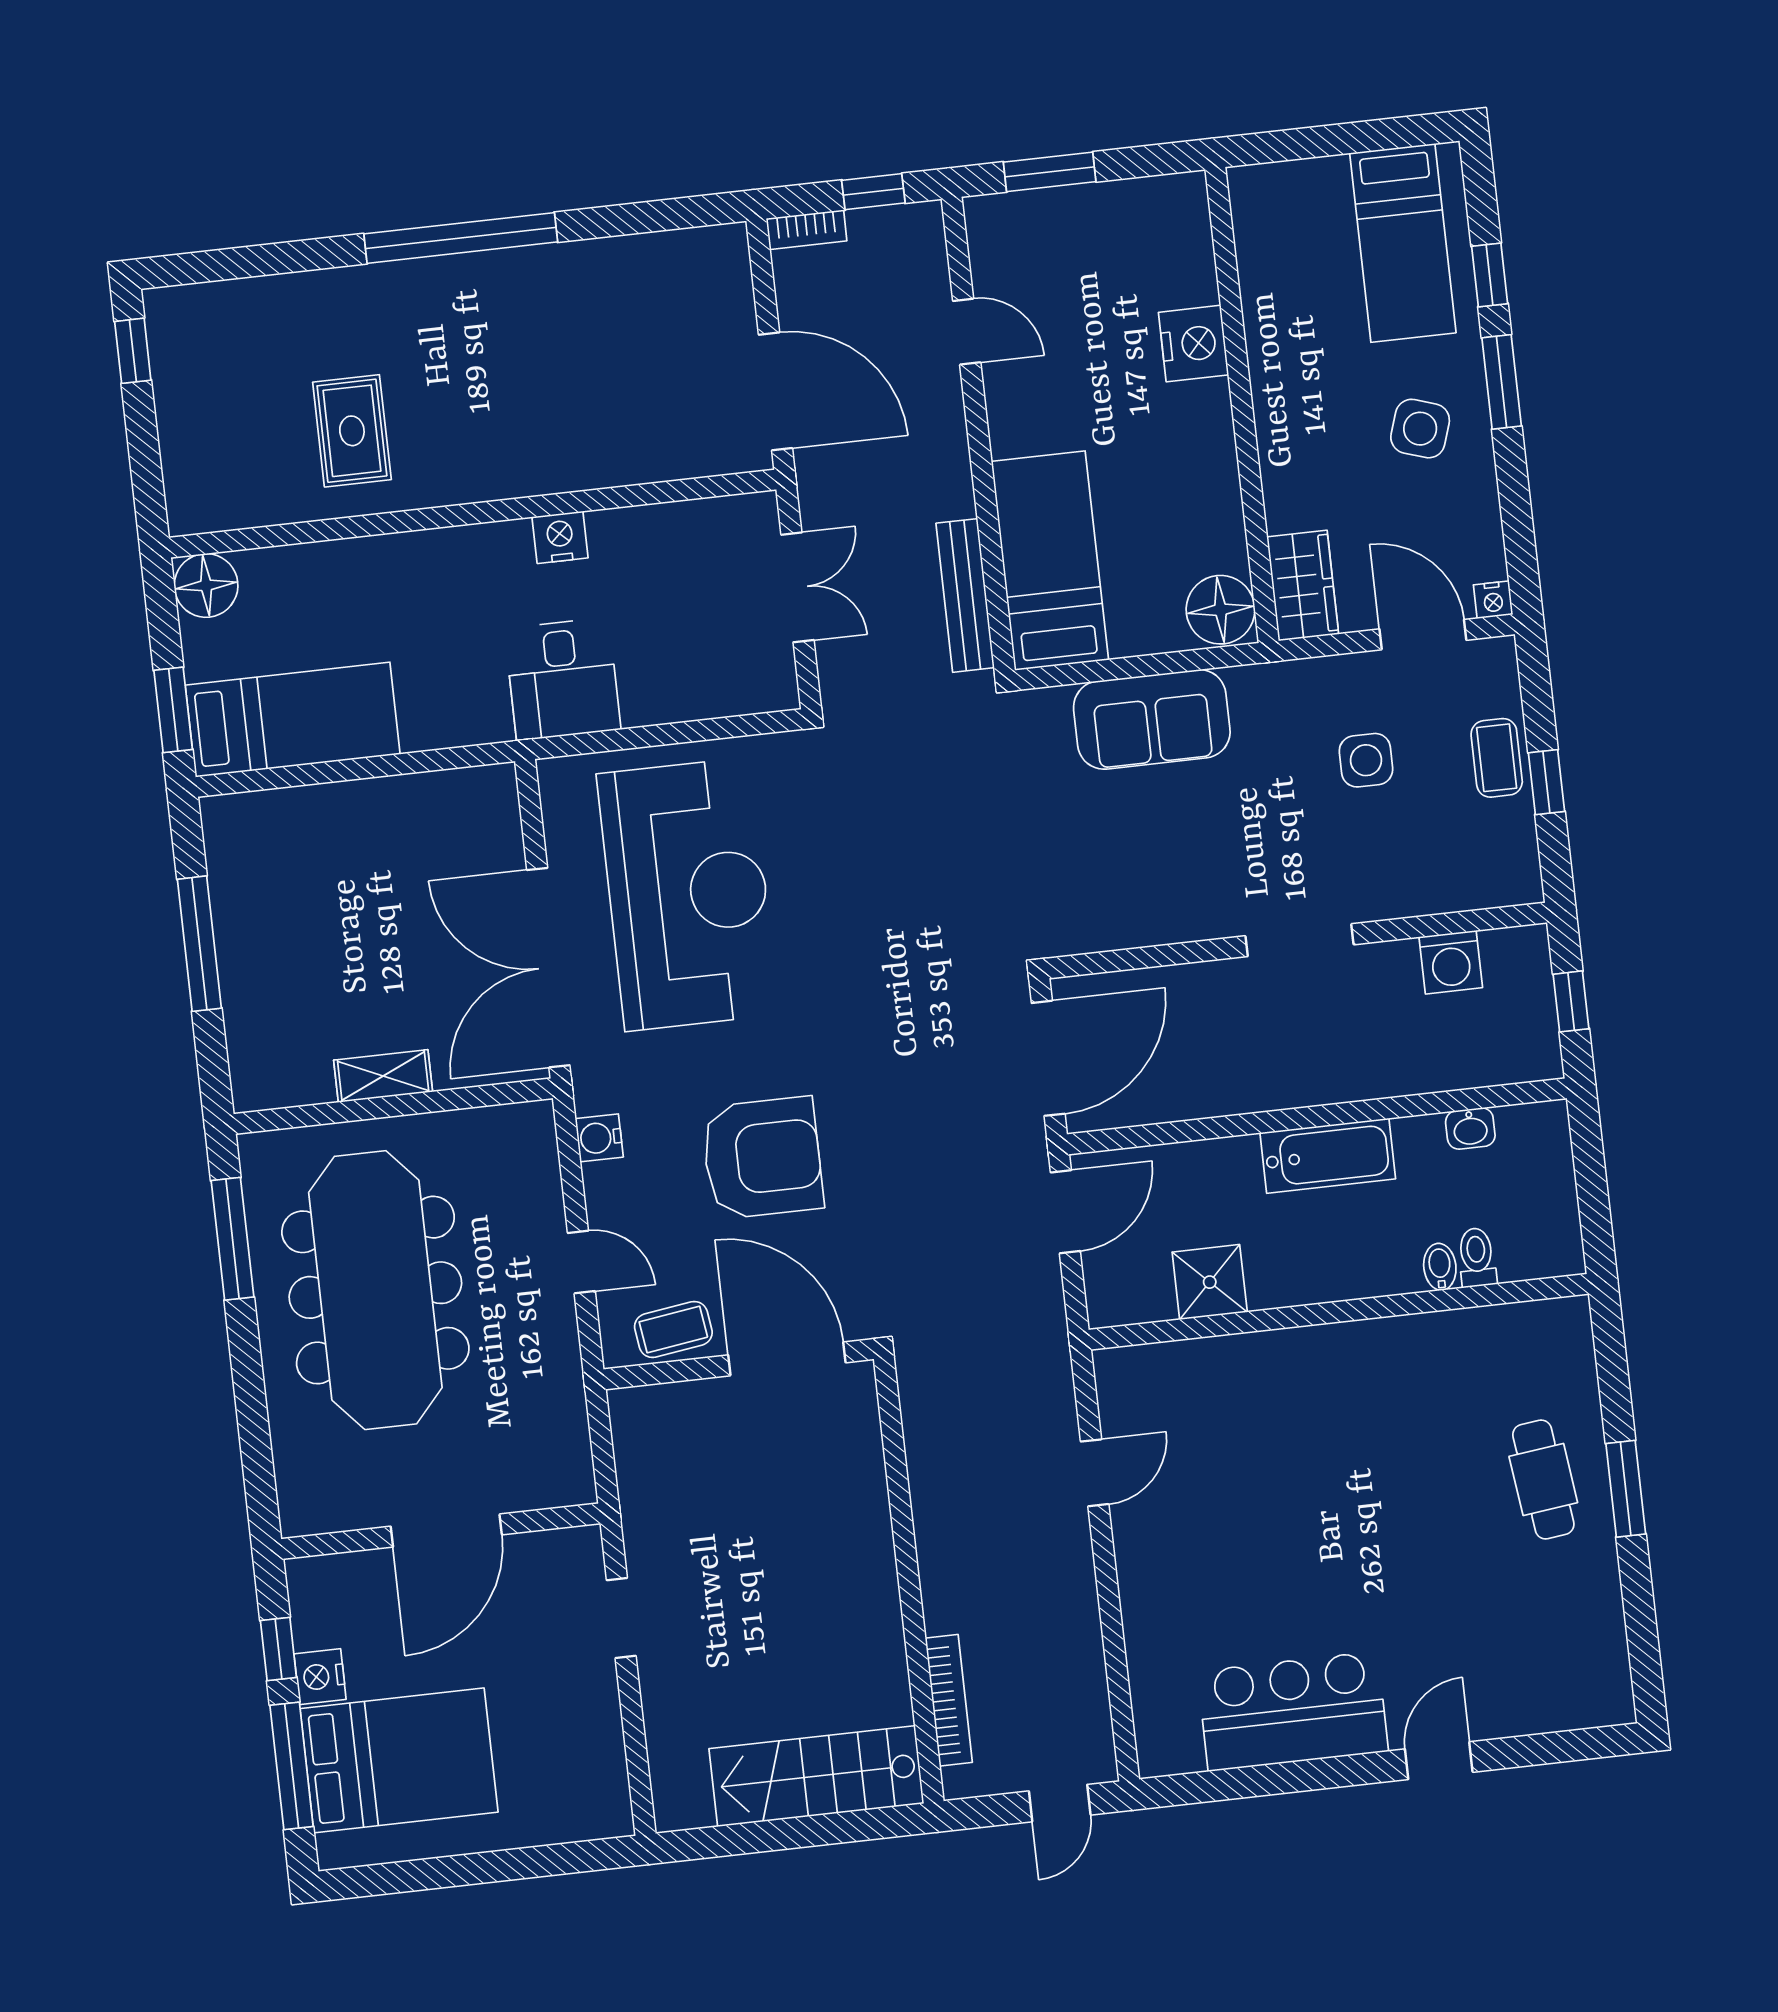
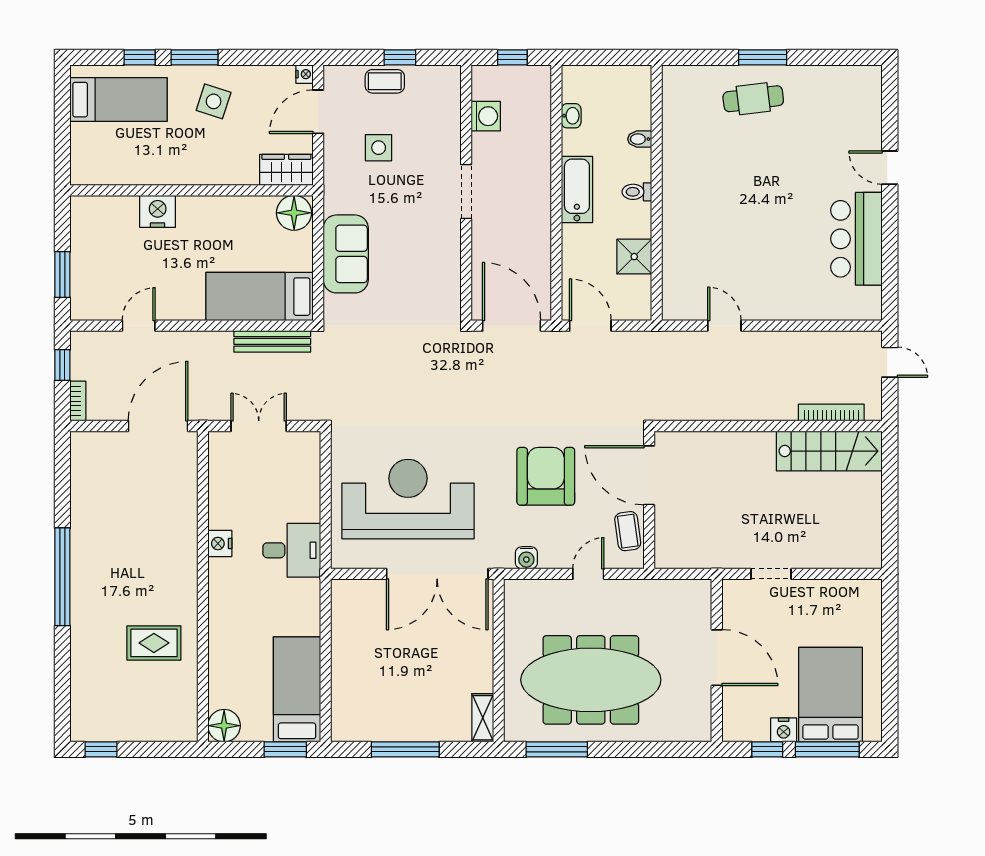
shelving: (383, 1076) -> (483, 718), moved
toilet: (1477, 1257) -> (637, 192), moved
door: (787, 1359) -> (649, 475), hinge flipped
stairs: (816, 1776) -> (829, 451), moved, turned -90

